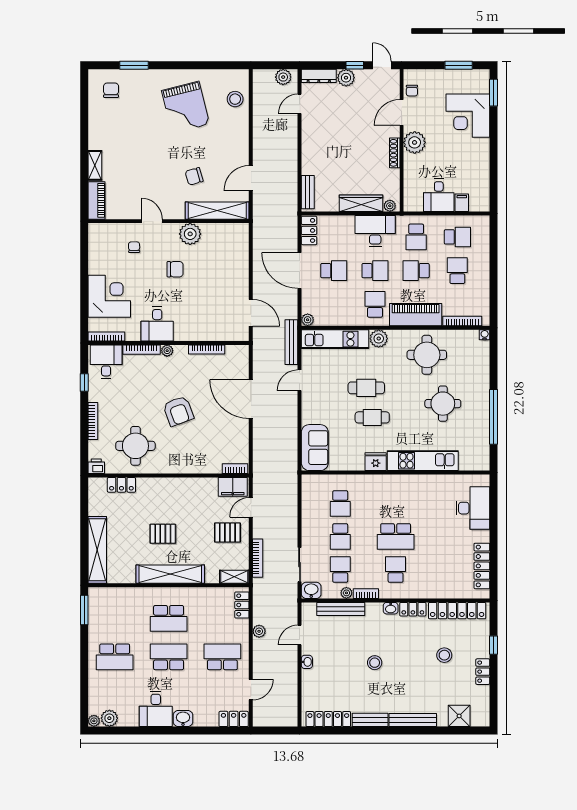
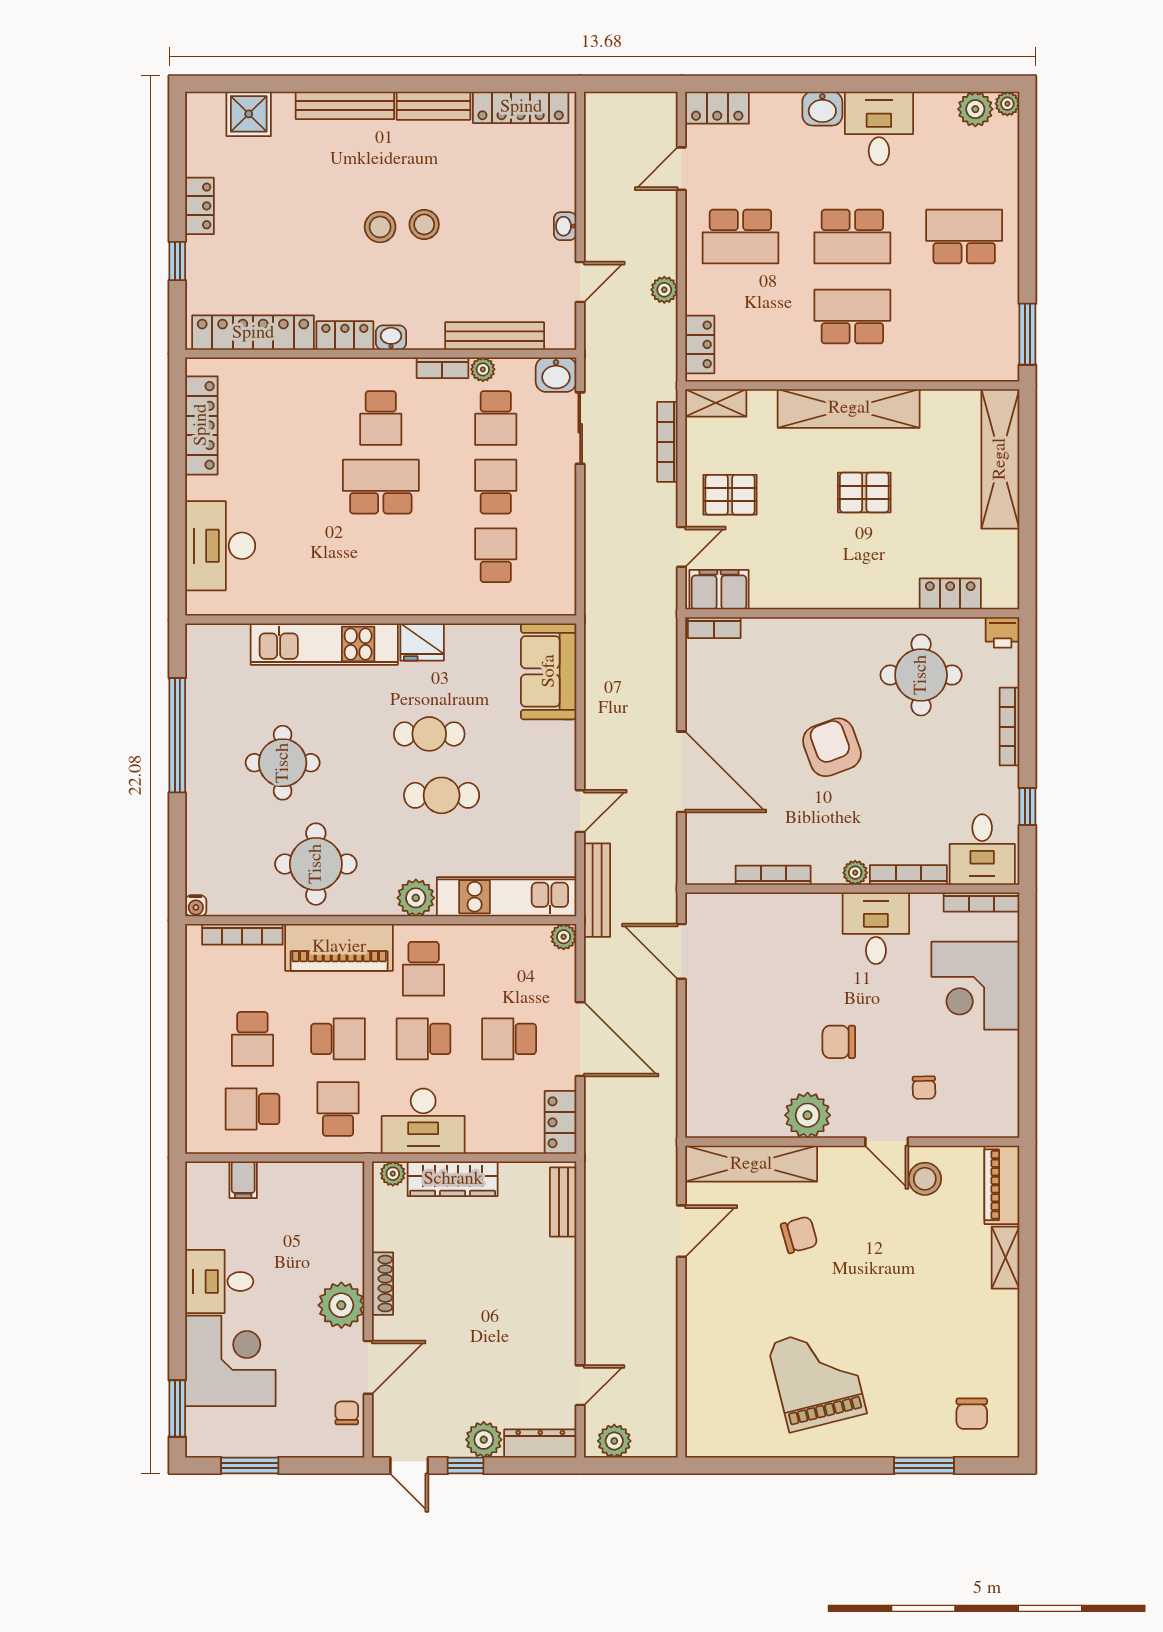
stool: (235, 99) -> (925, 1179), moved
desk: (439, 195) -> (219, 1281), moved, turned -90
stool: (444, 655) -> (380, 227), moved

